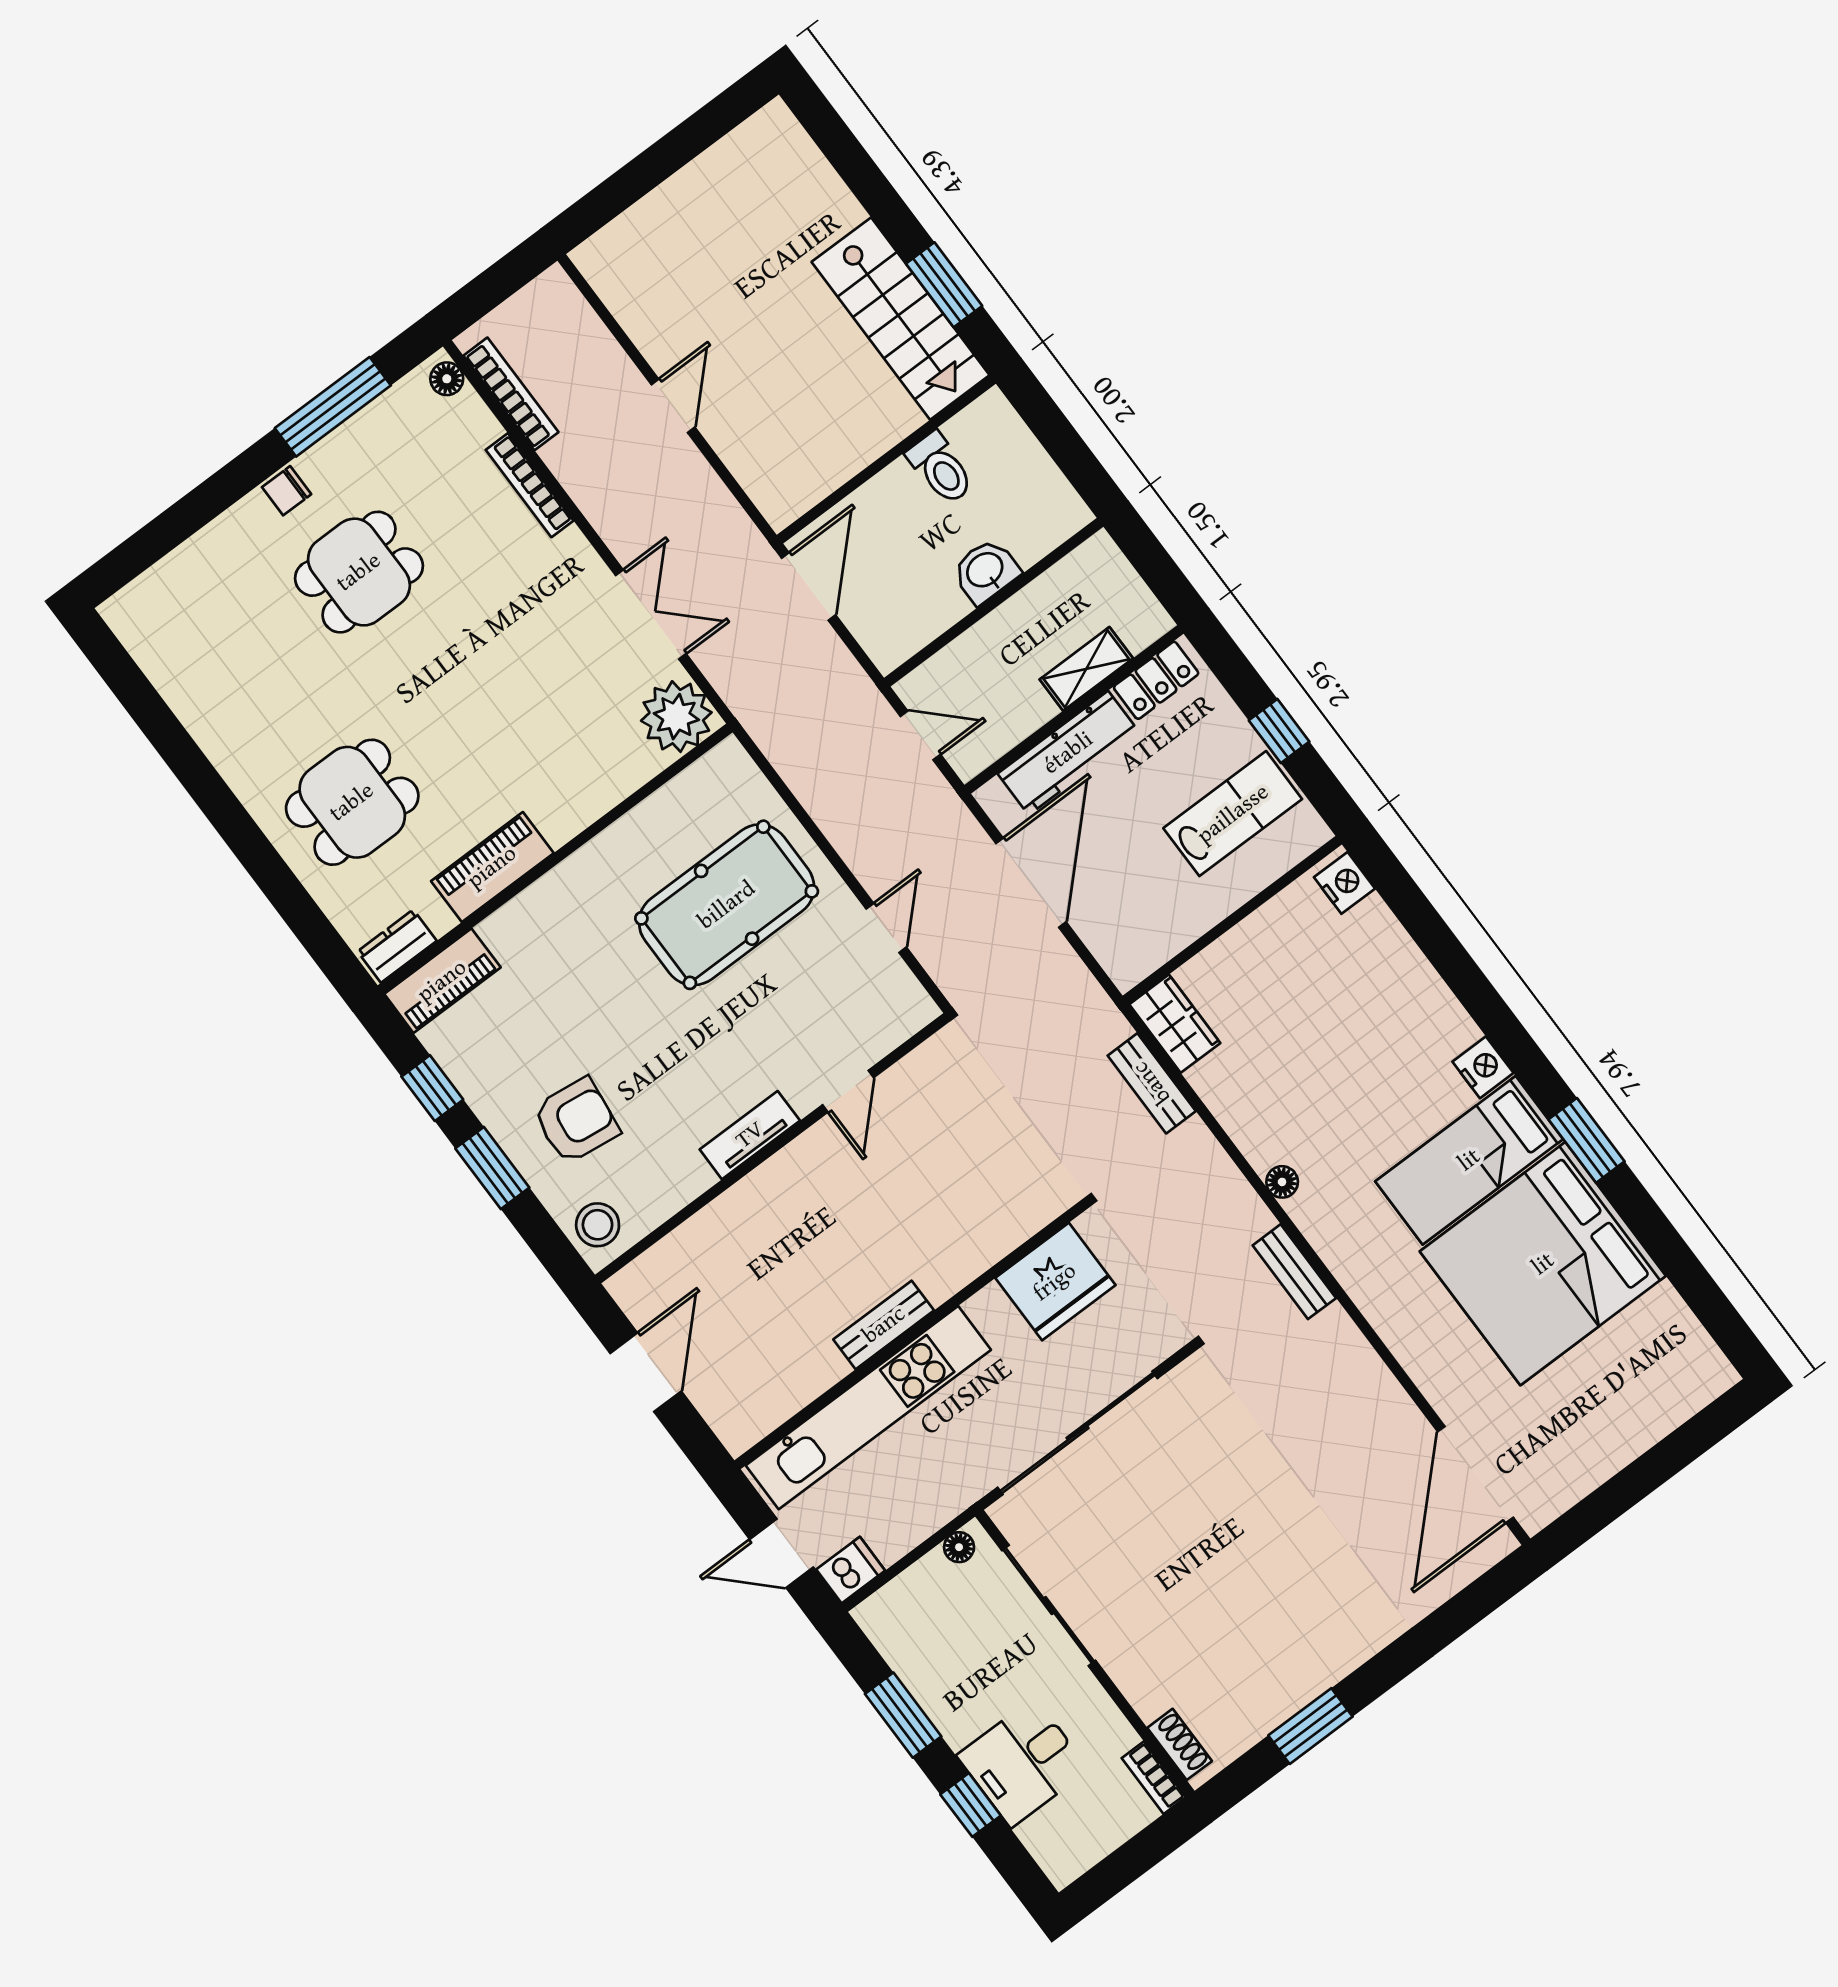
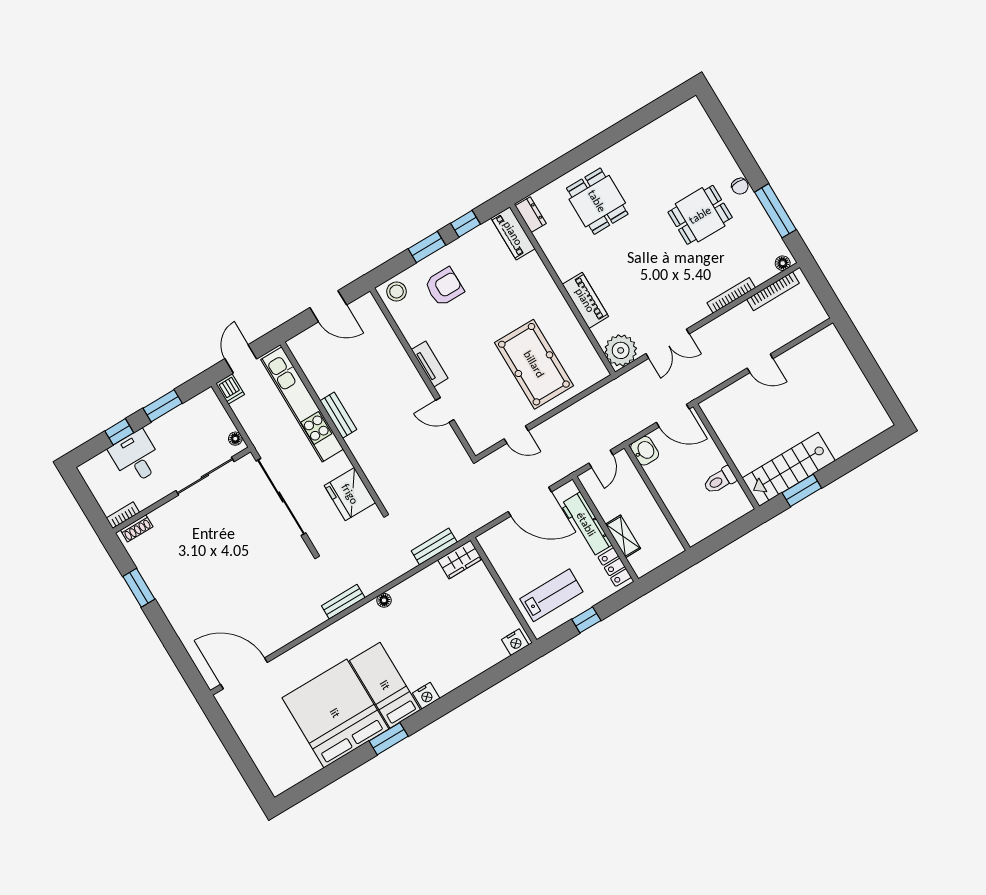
chair: (287, 491) -> (740, 186), turned 180
washbasin: (986, 571) -> (645, 451), moved
dining table: (359, 572) -> (700, 215), turned 90
lab bench: (1233, 814) -> (551, 595), turned -90
piano: (492, 867) -> (585, 300), moved
armchair: (576, 1121) -> (444, 287), turned -97

